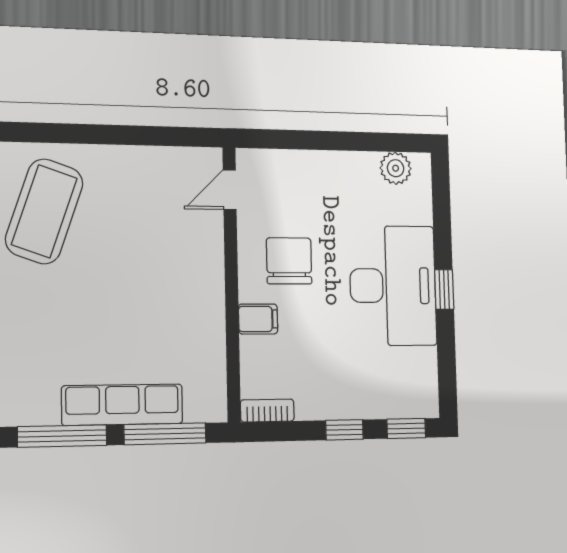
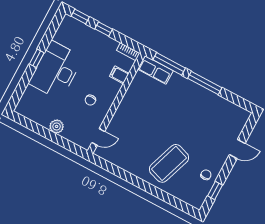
plant: (396, 168) -> (57, 126), moved
chair: (289, 261) -> (90, 100), width x0.54, depth x0.54
filing cabinet: (258, 319) -> (119, 75), moved
row of seats: (122, 405) -> (155, 70), moved, width x0.68

